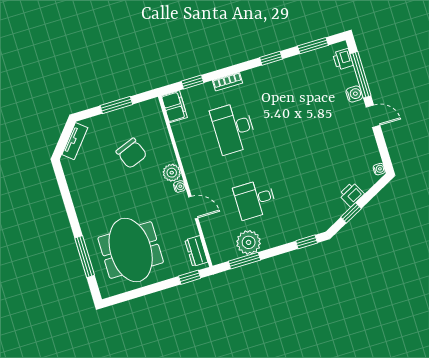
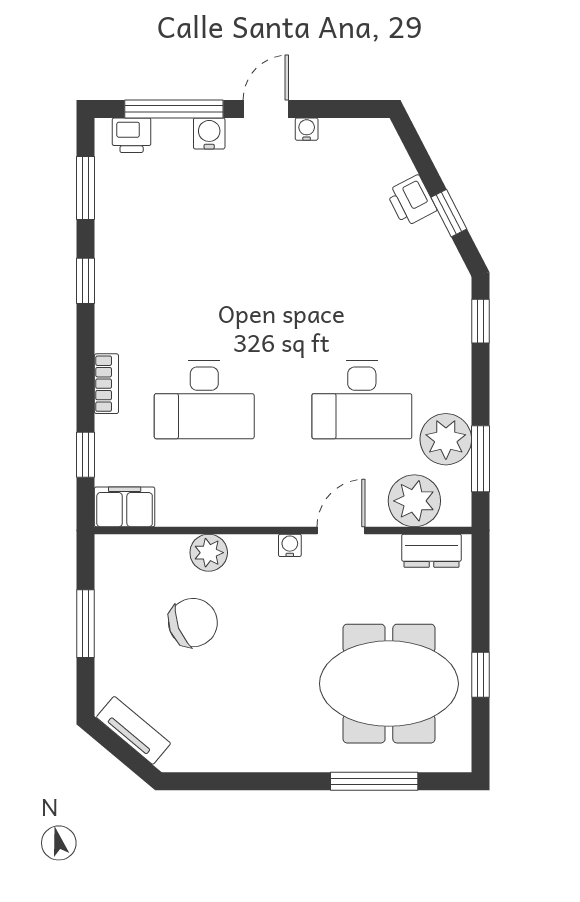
water cooler: (379, 169) -> (307, 129), moved
plant: (172, 173) -> (209, 553), moved
desk: (255, 199) -> (362, 400), width x1.37
plant: (217, 237) -> (414, 501), added
window: (190, 277) -> (480, 675), moved

